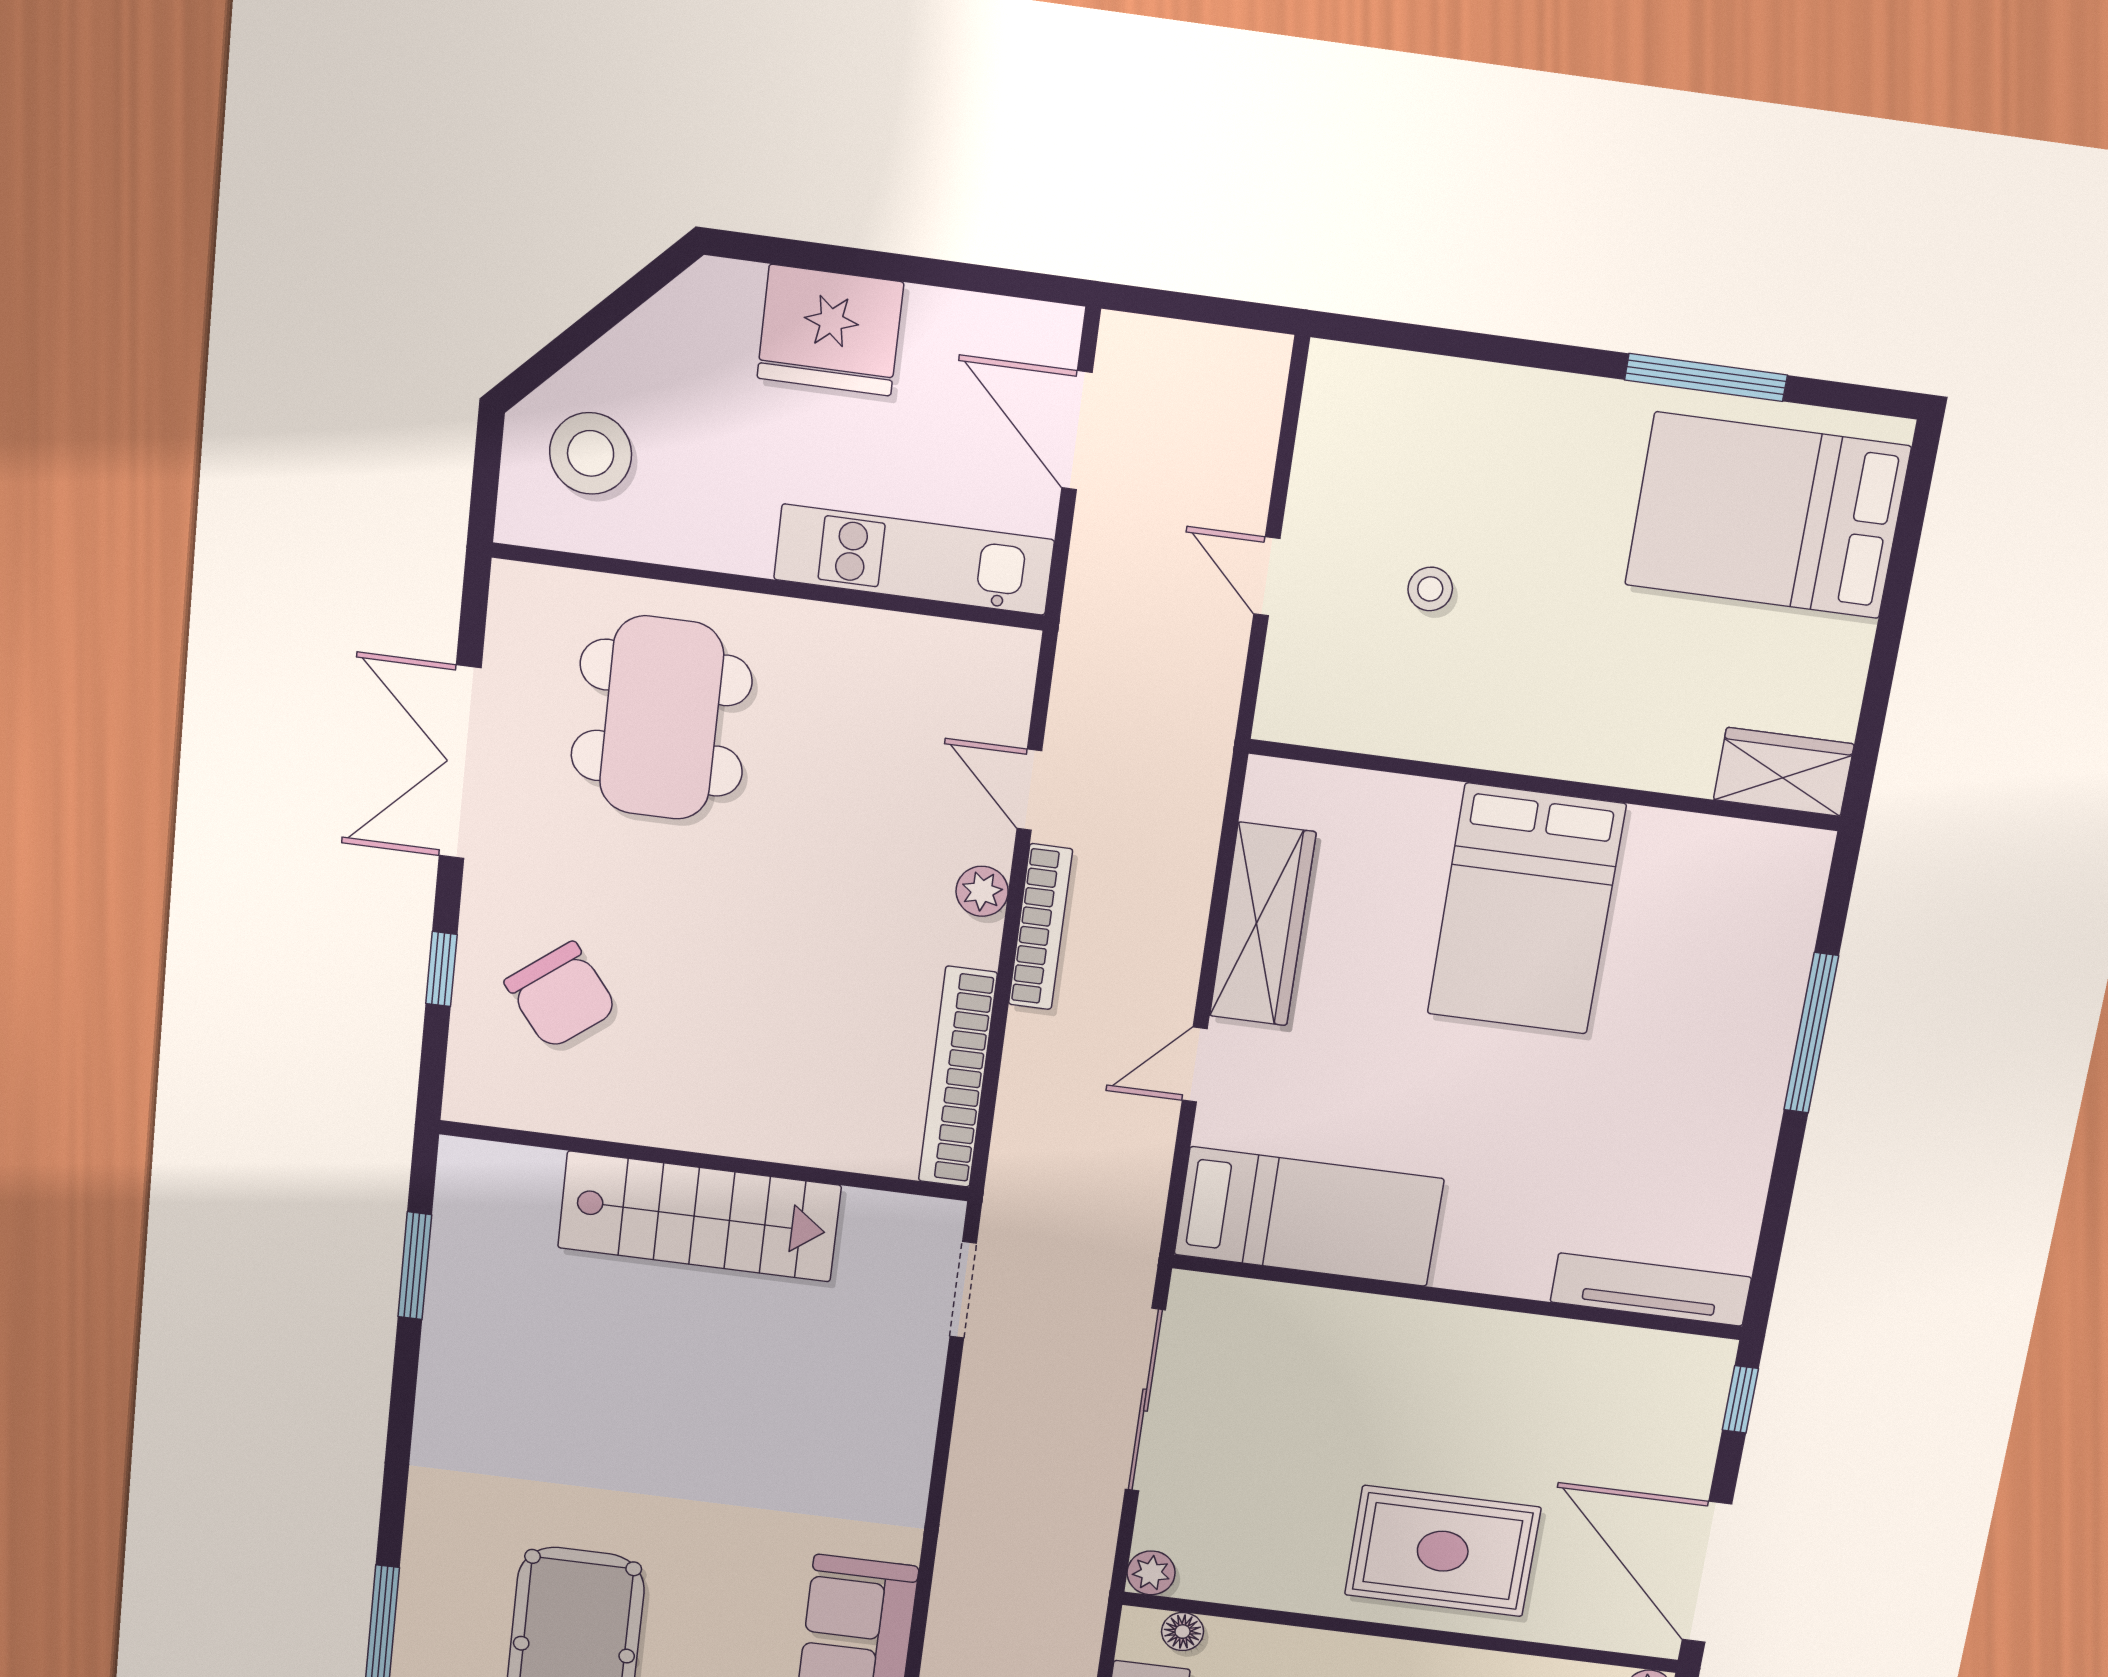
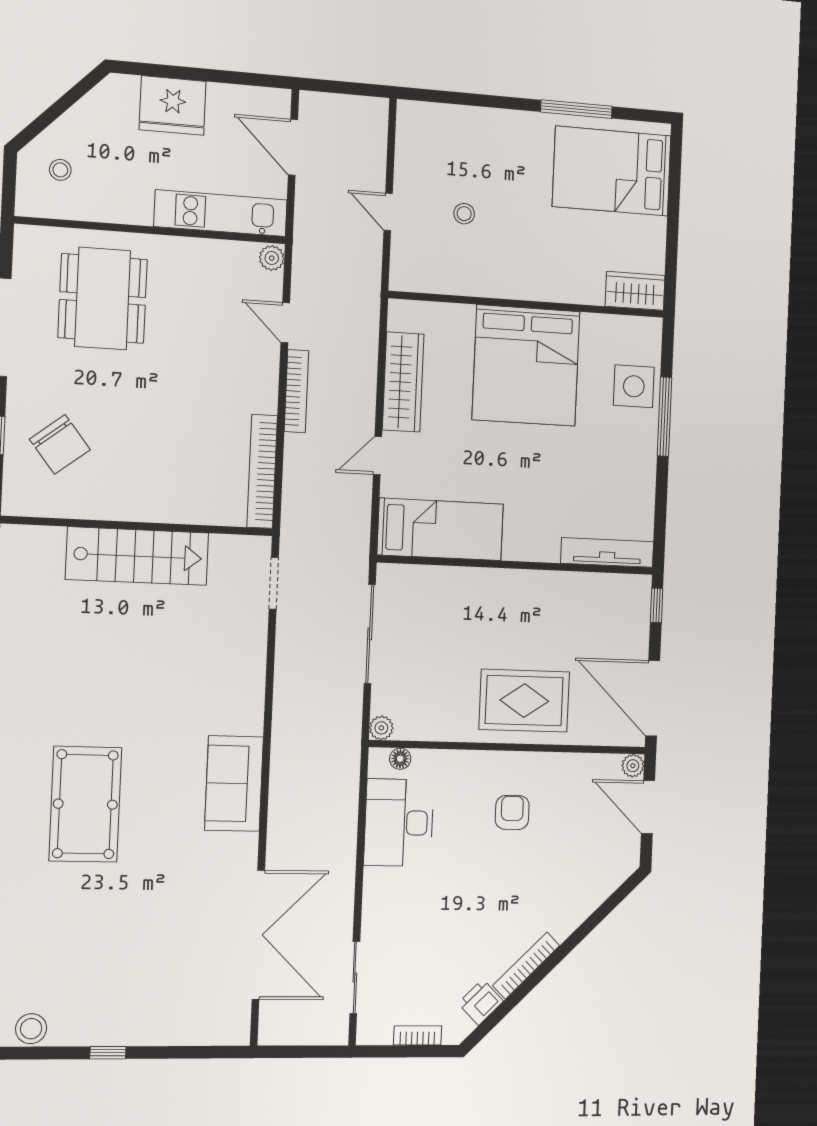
stool: (591, 453) -> (60, 170), width x0.53, depth x0.53
plant: (982, 891) -> (272, 258), moved
bed: (1526, 909) -> (526, 366), width x1.36
side table: (1753, 967) -> (634, 386), added

